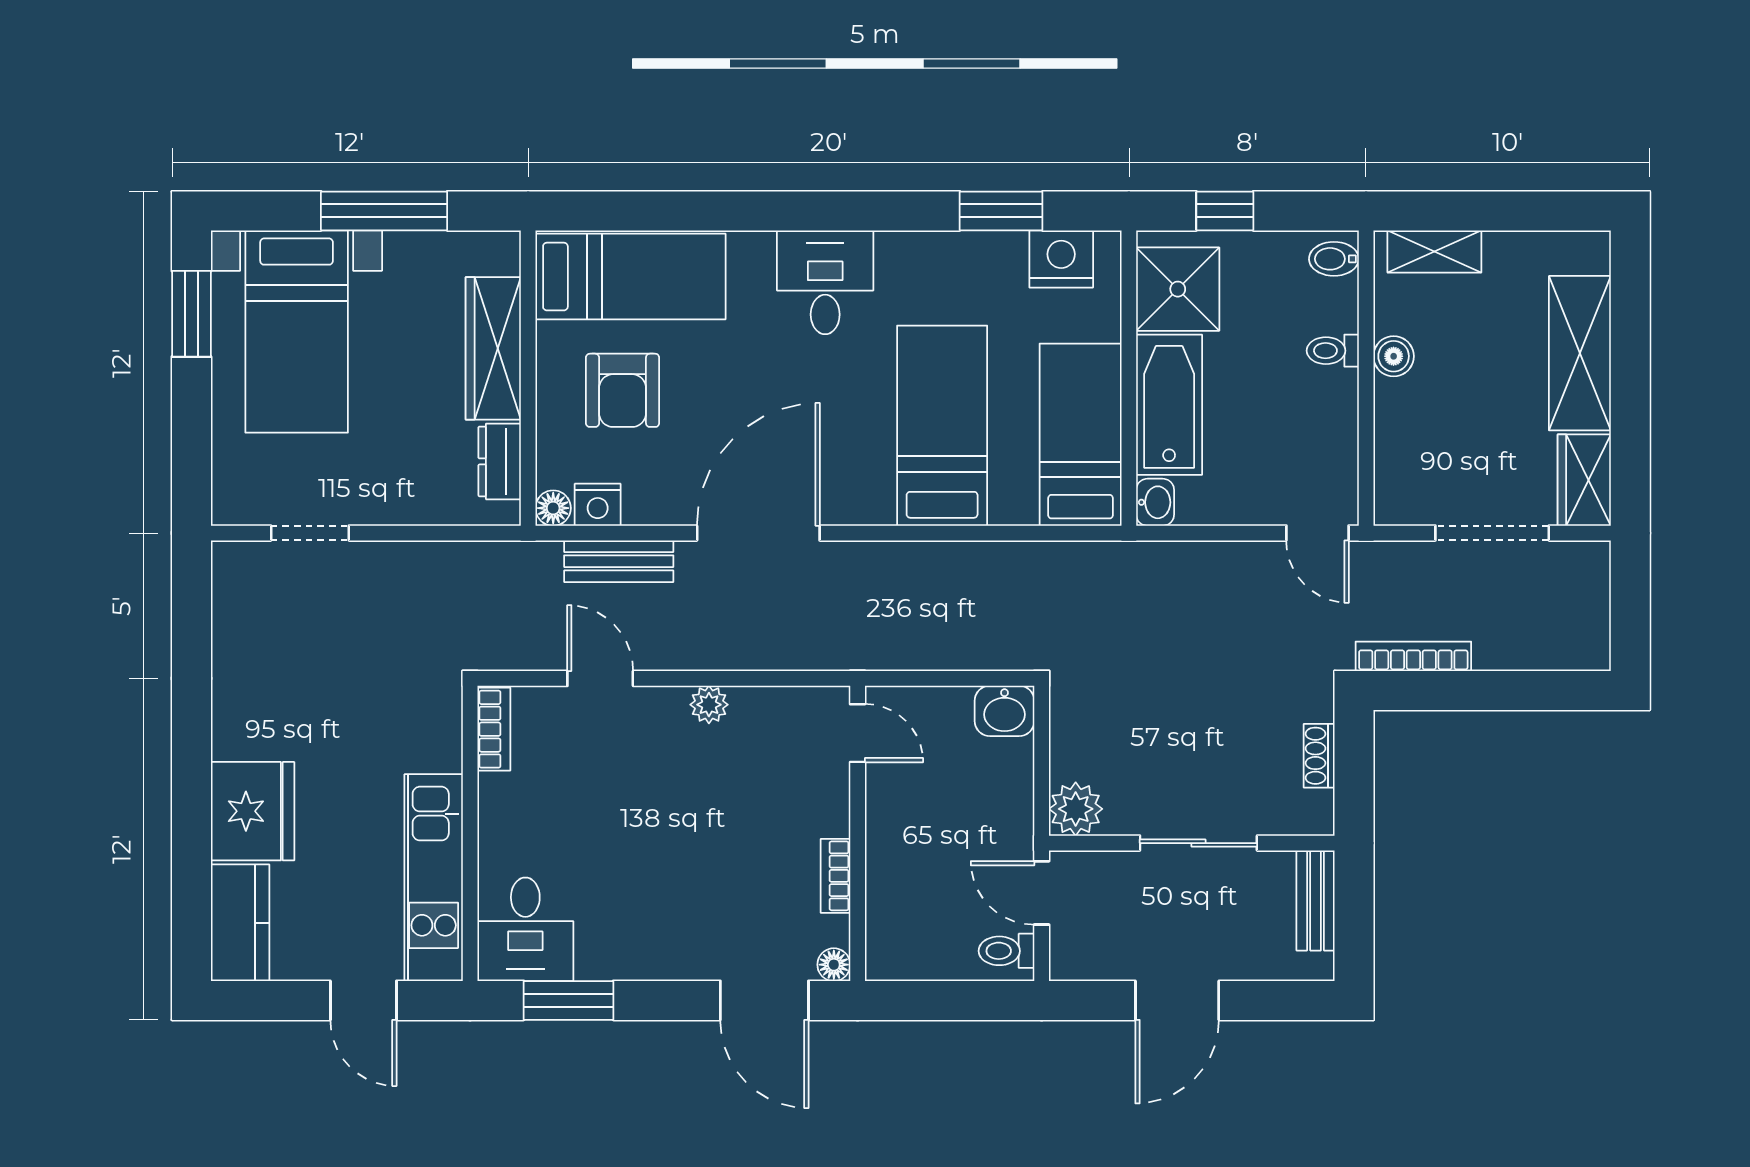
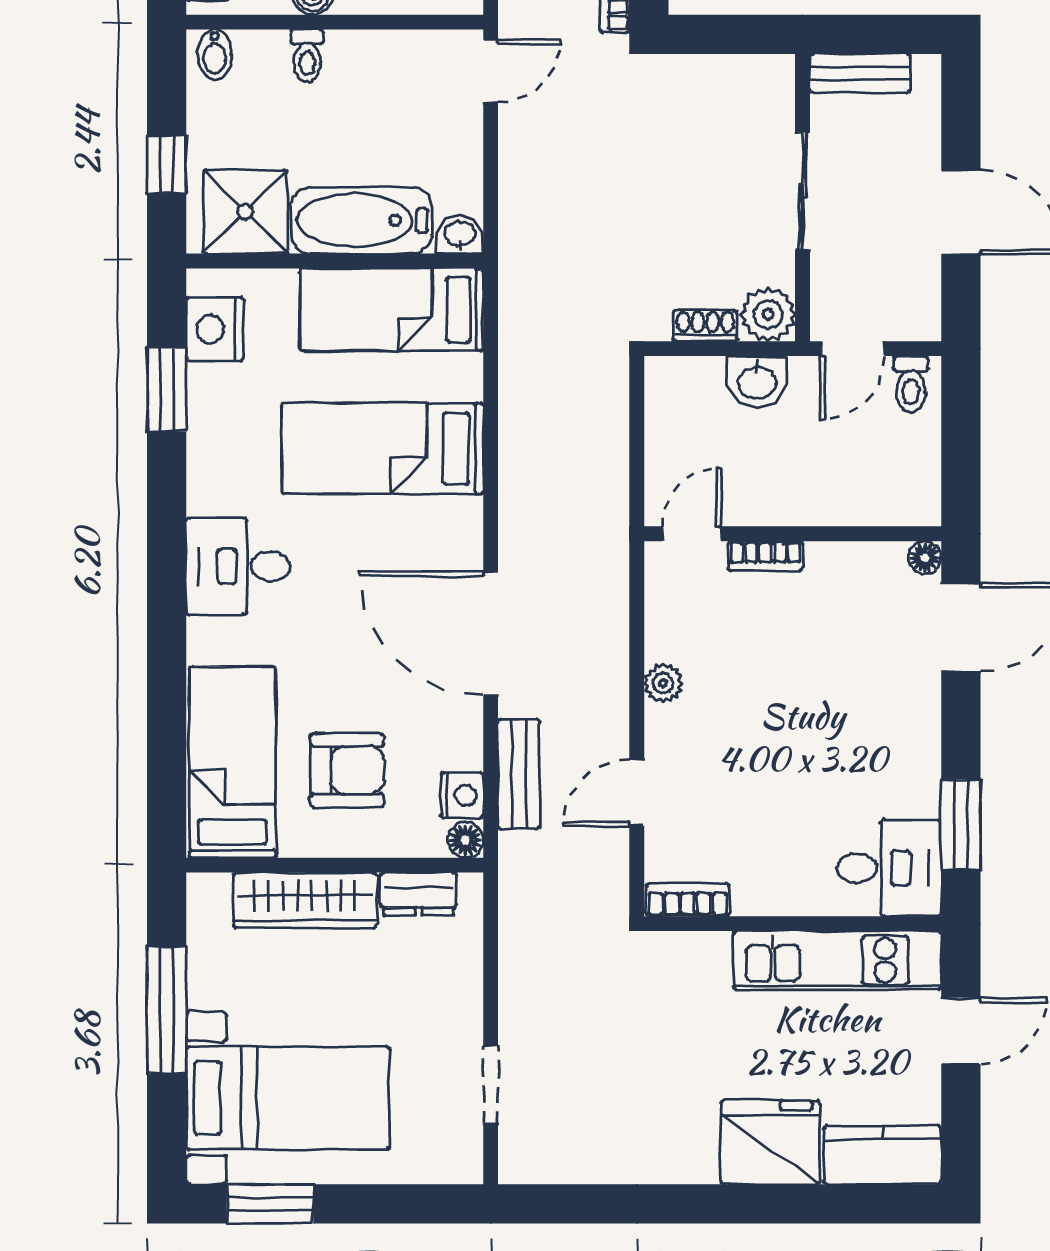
washbasin: (1004, 711) -> (757, 381), moved, turned 90
shoe rack: (1319, 756) -> (705, 326), moved, turned 180
bookcase: (835, 876) -> (765, 556), moved

